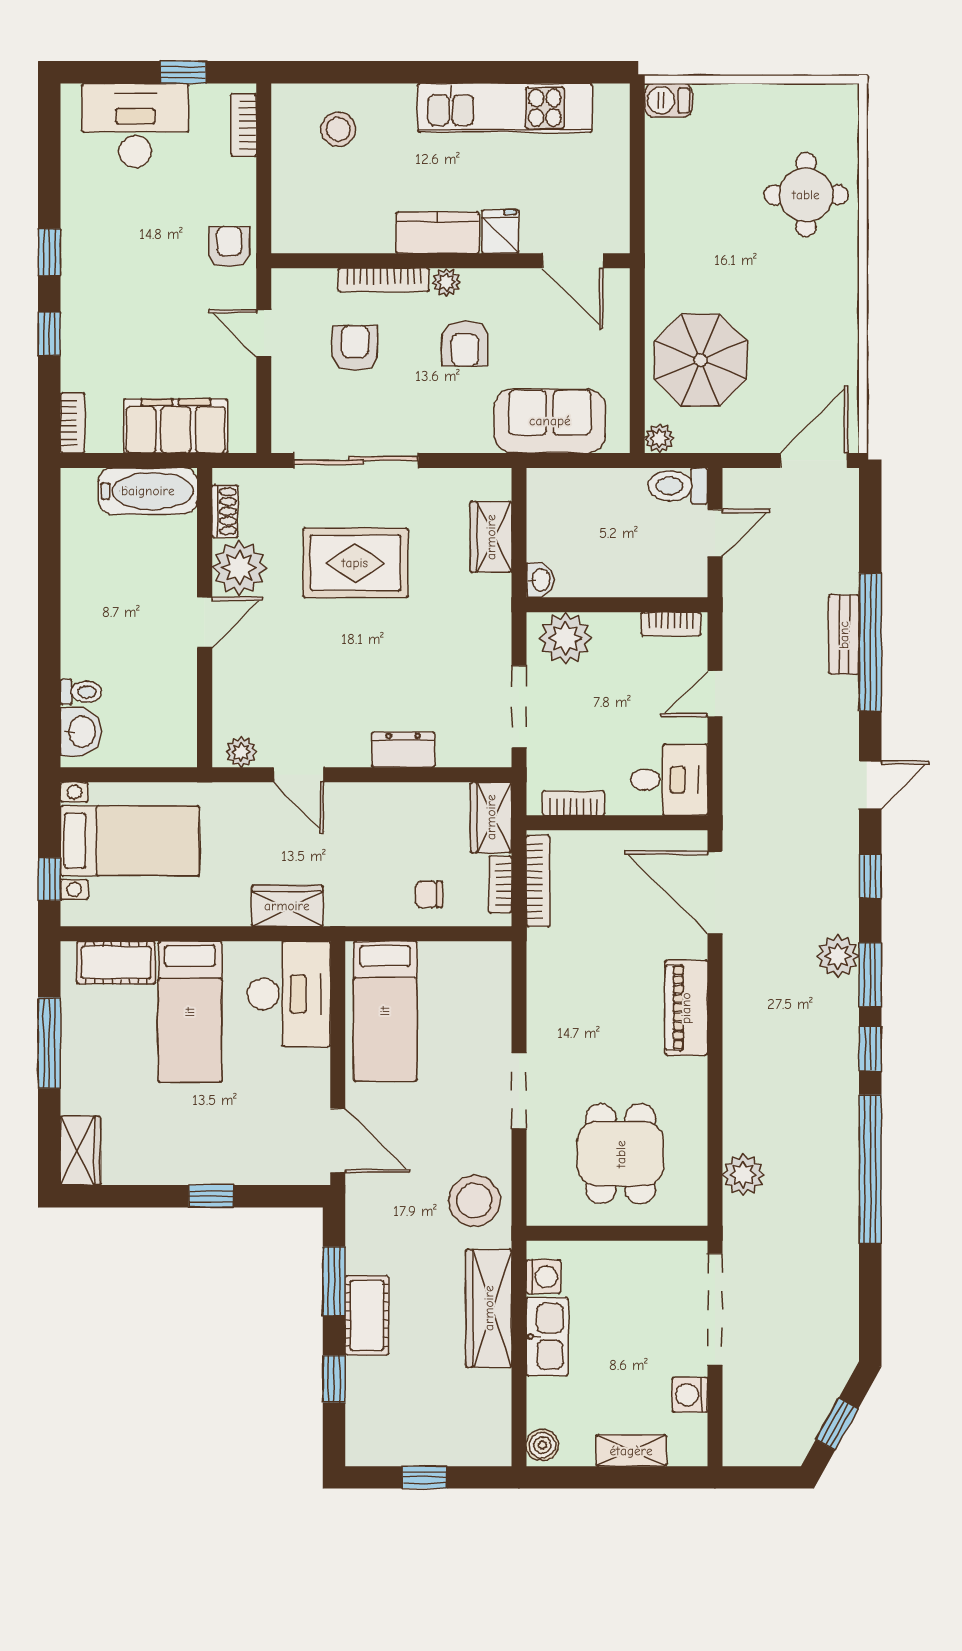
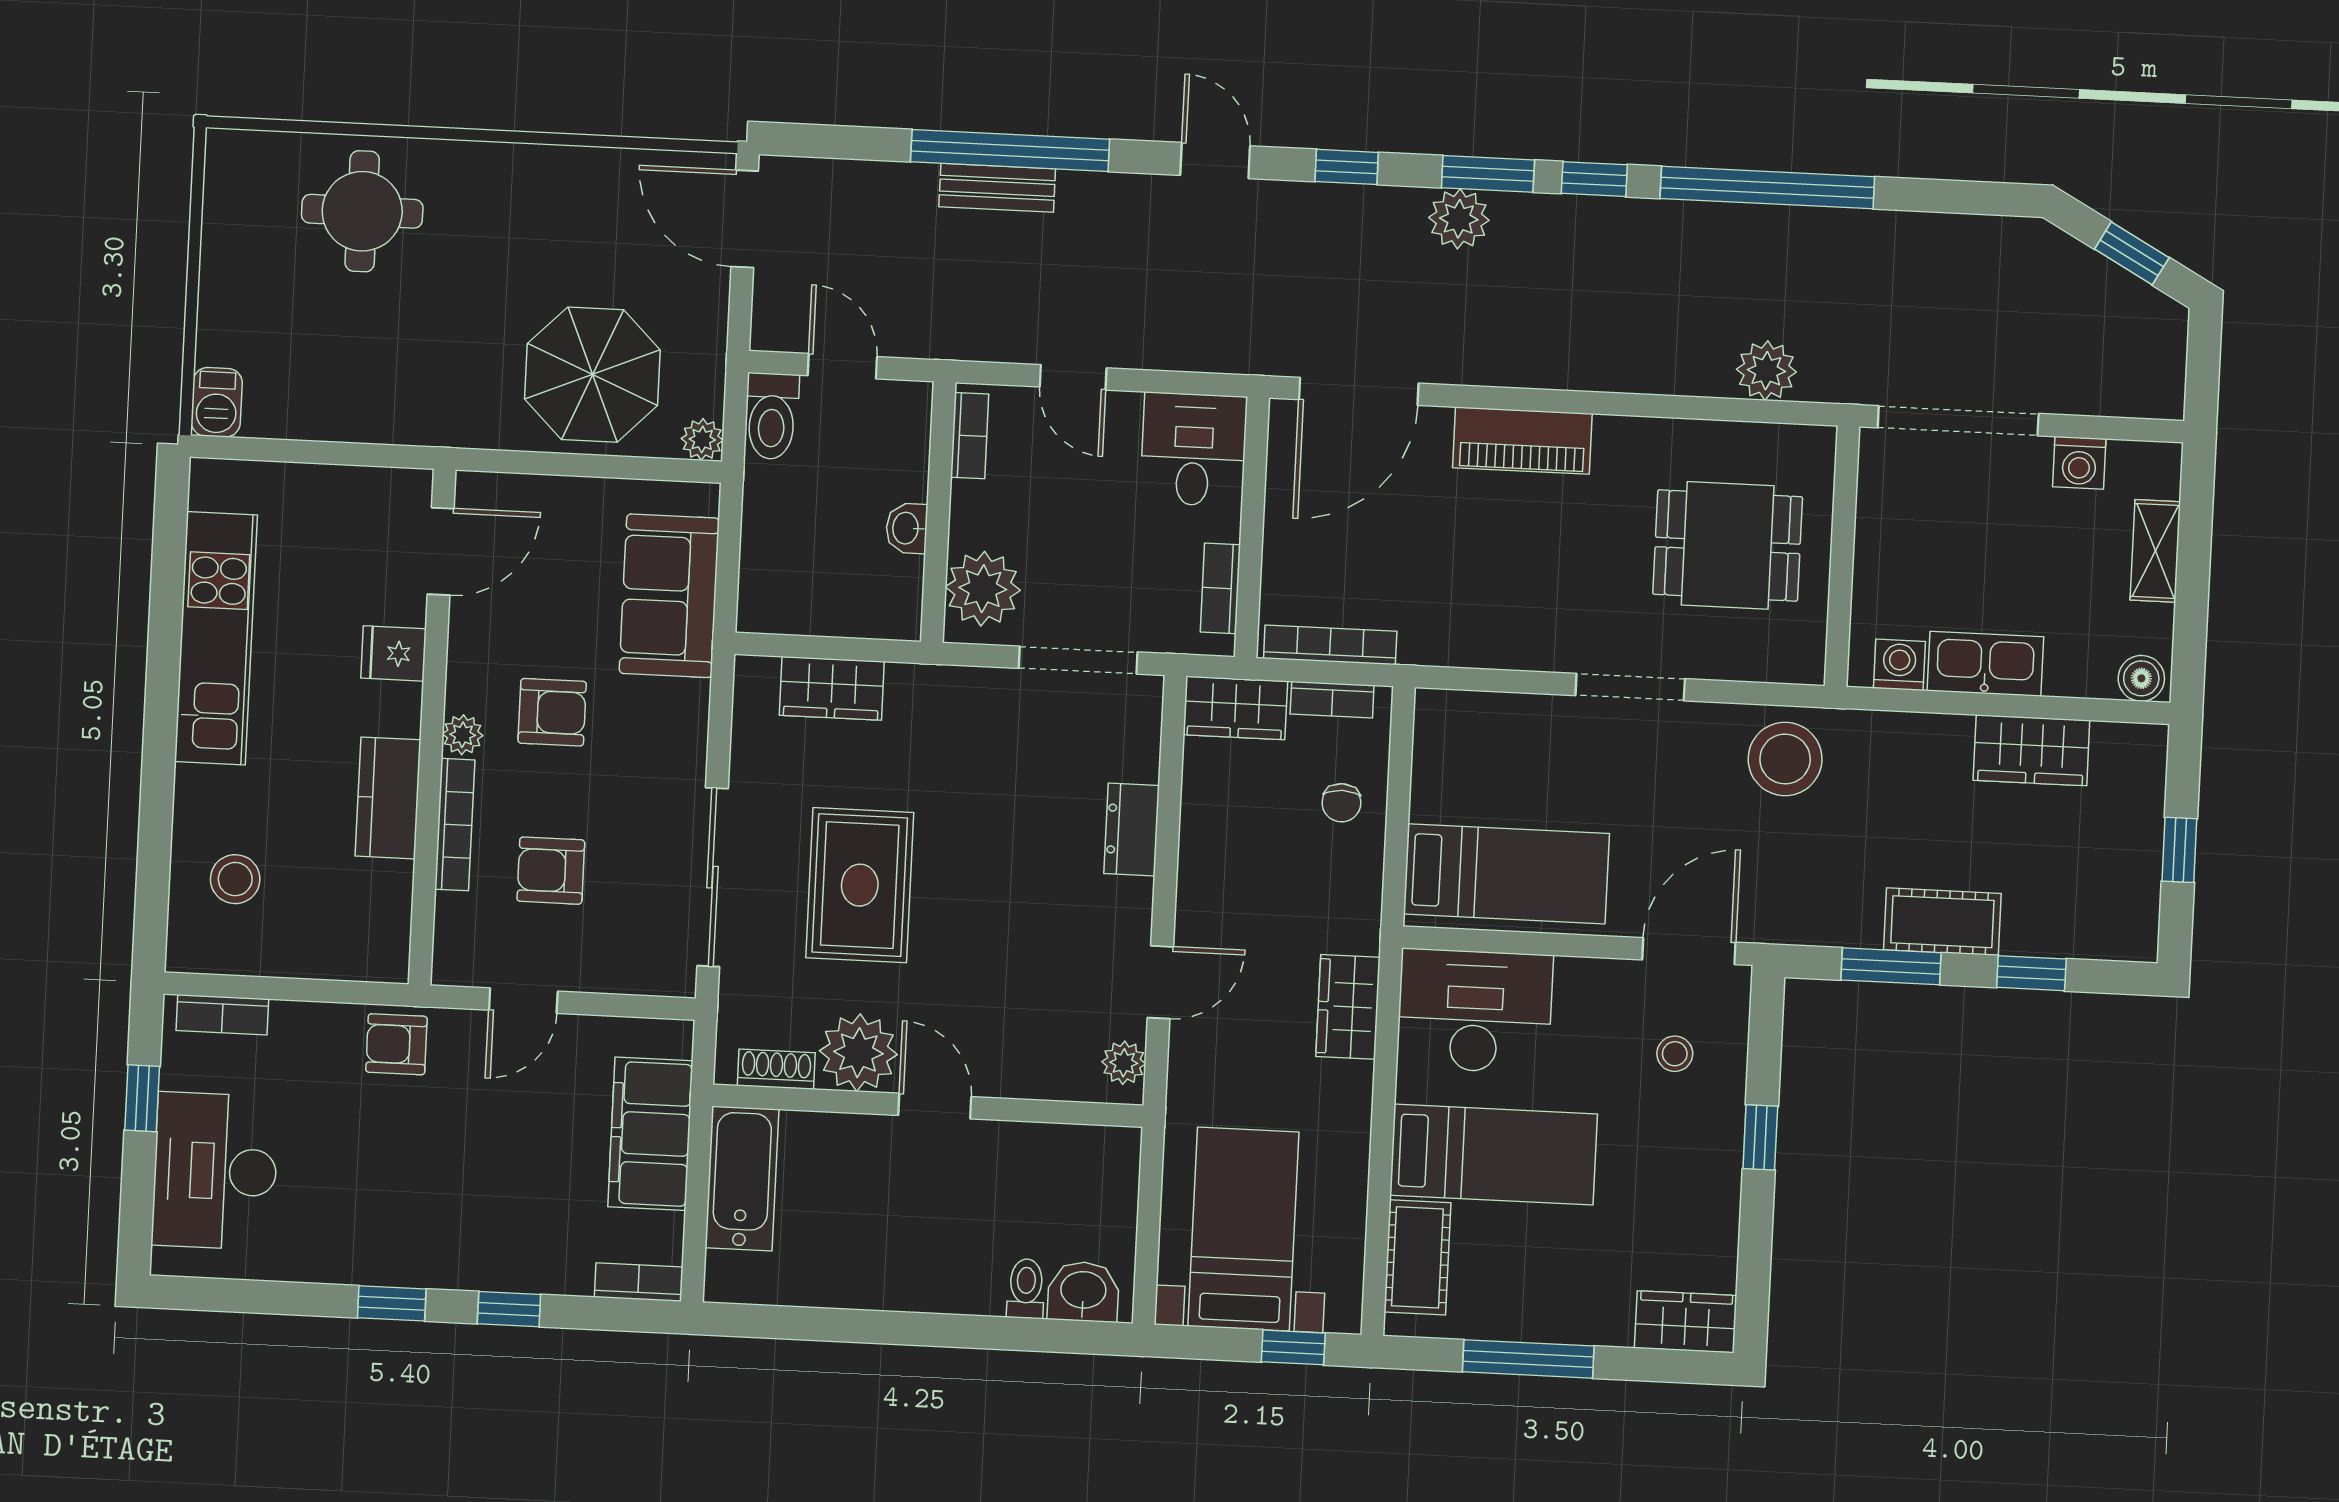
kitchen counter: (438, 233) -> (388, 798), moved
washbasin: (540, 580) -> (907, 528), moved, turned -90
stool: (266, 1134) -> (1675, 1054), added
wardrobe: (489, 1308) -> (2031, 750), moved, width x0.67

